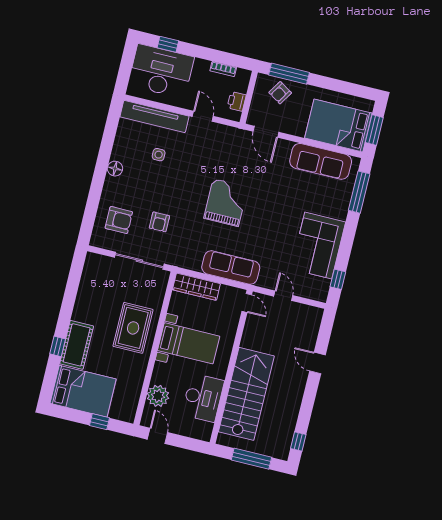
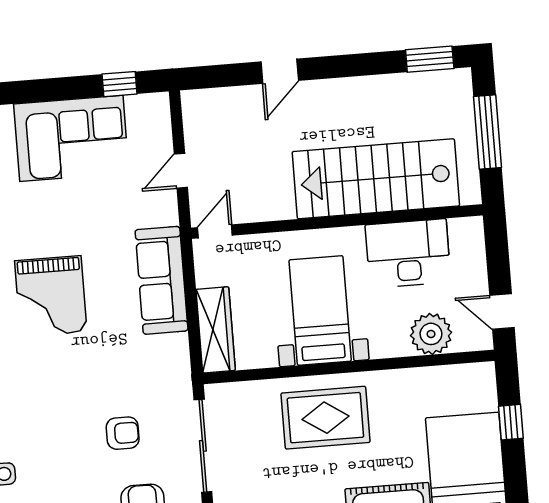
grand piano: (226, 203) -> (51, 296), moved, turned -90
door: (157, 436) -> (502, 311), hinge flipped
window: (298, 442) -> (430, 59), width x1.50

